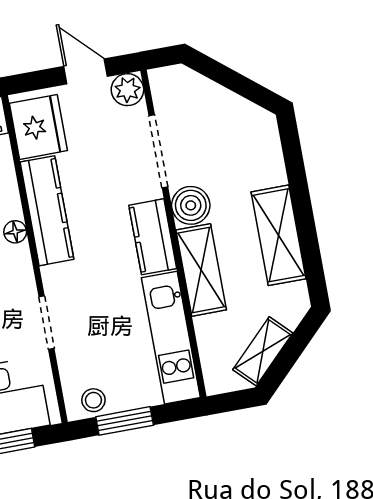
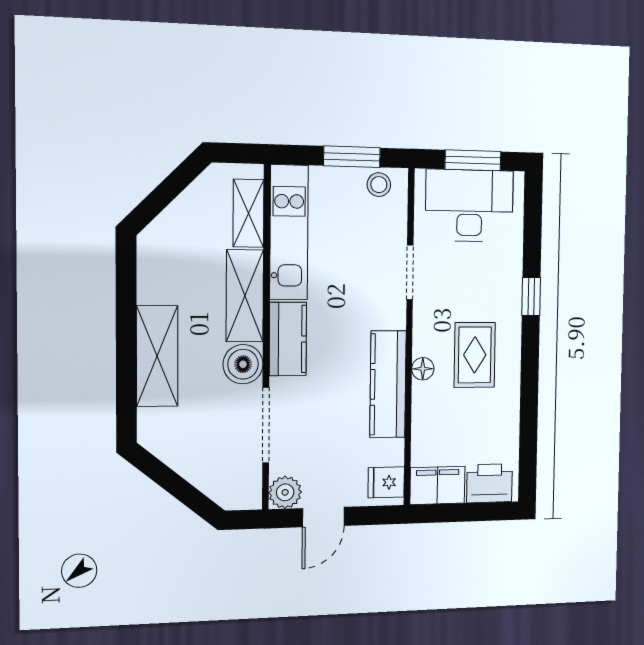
door: (86, 71) -> (323, 517), hinge flipped
fridge: (38, 127) -> (386, 482), width x0.53, depth x0.75
shelving: (279, 235) -> (157, 356), moved
shelving: (263, 351) -> (249, 213), moved, turned -45

